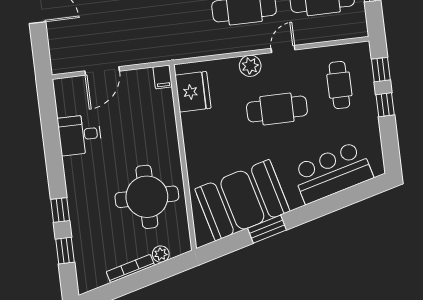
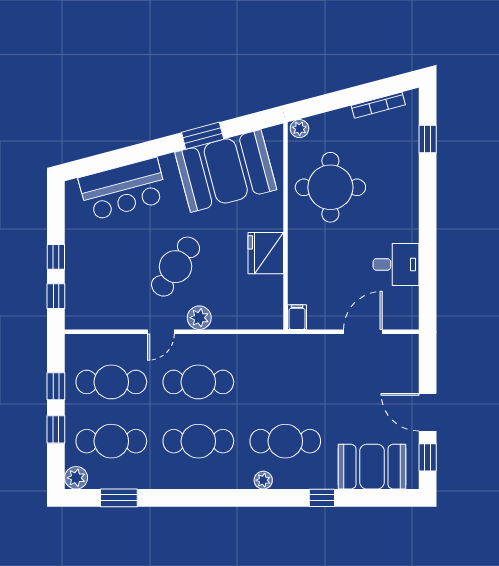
cafe table: (339, 85) -> (104, 285), removed
fridge: (193, 92) -> (266, 253), moved
cafe table: (277, 109) -> (176, 267), turned -56
window: (60, 210) -> (428, 184), removed
plant: (161, 254) -> (299, 129), moved
bookcase: (130, 269) -> (378, 105), moved

